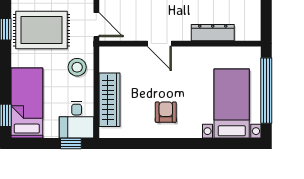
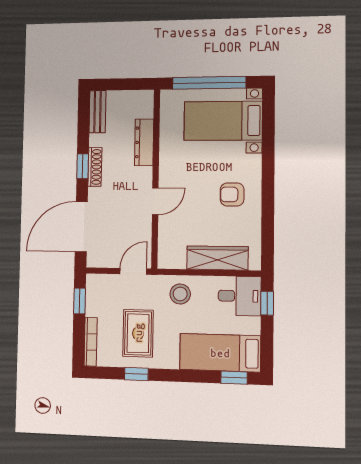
rug: (42, 30) -> (138, 333), width x0.73, depth x0.70

